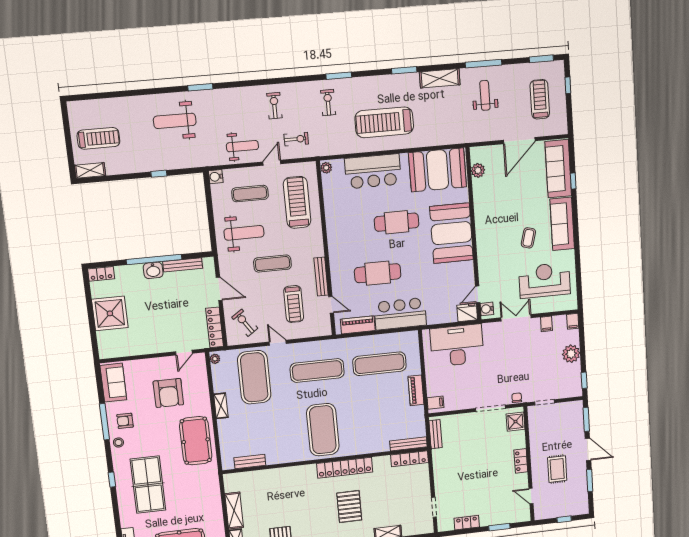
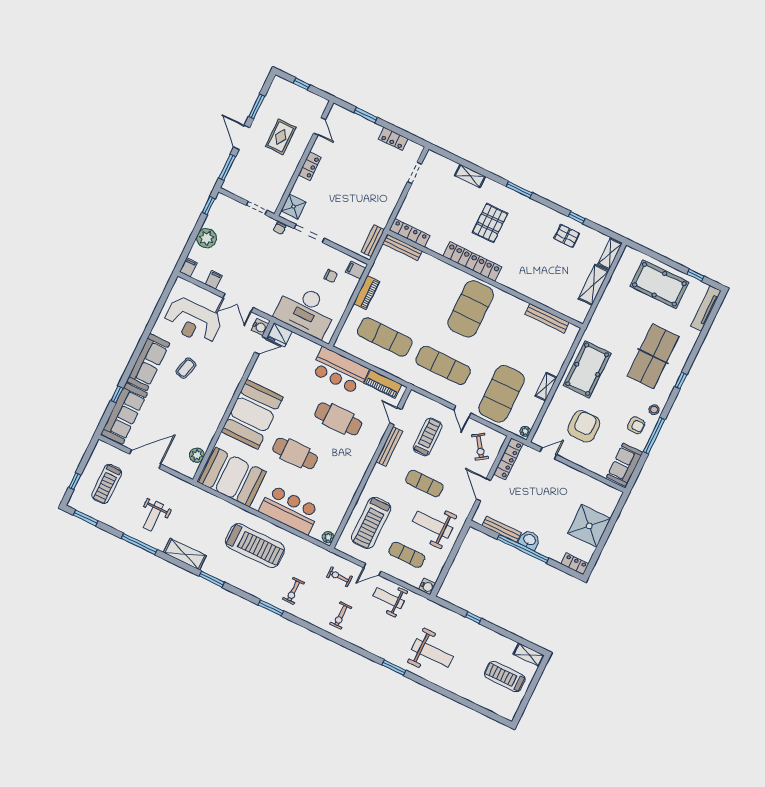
chair: (453, 385) -> (331, 276), added
bench: (250, 461) -> (547, 318), width x1.36

